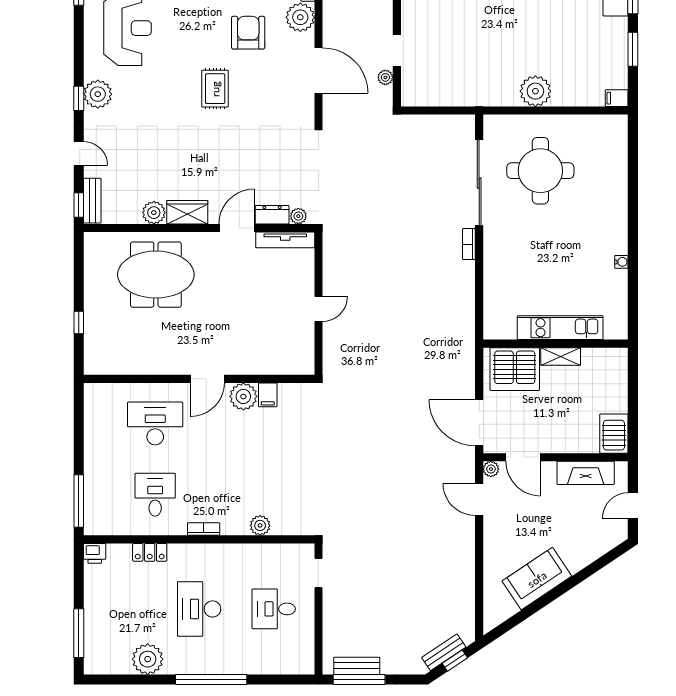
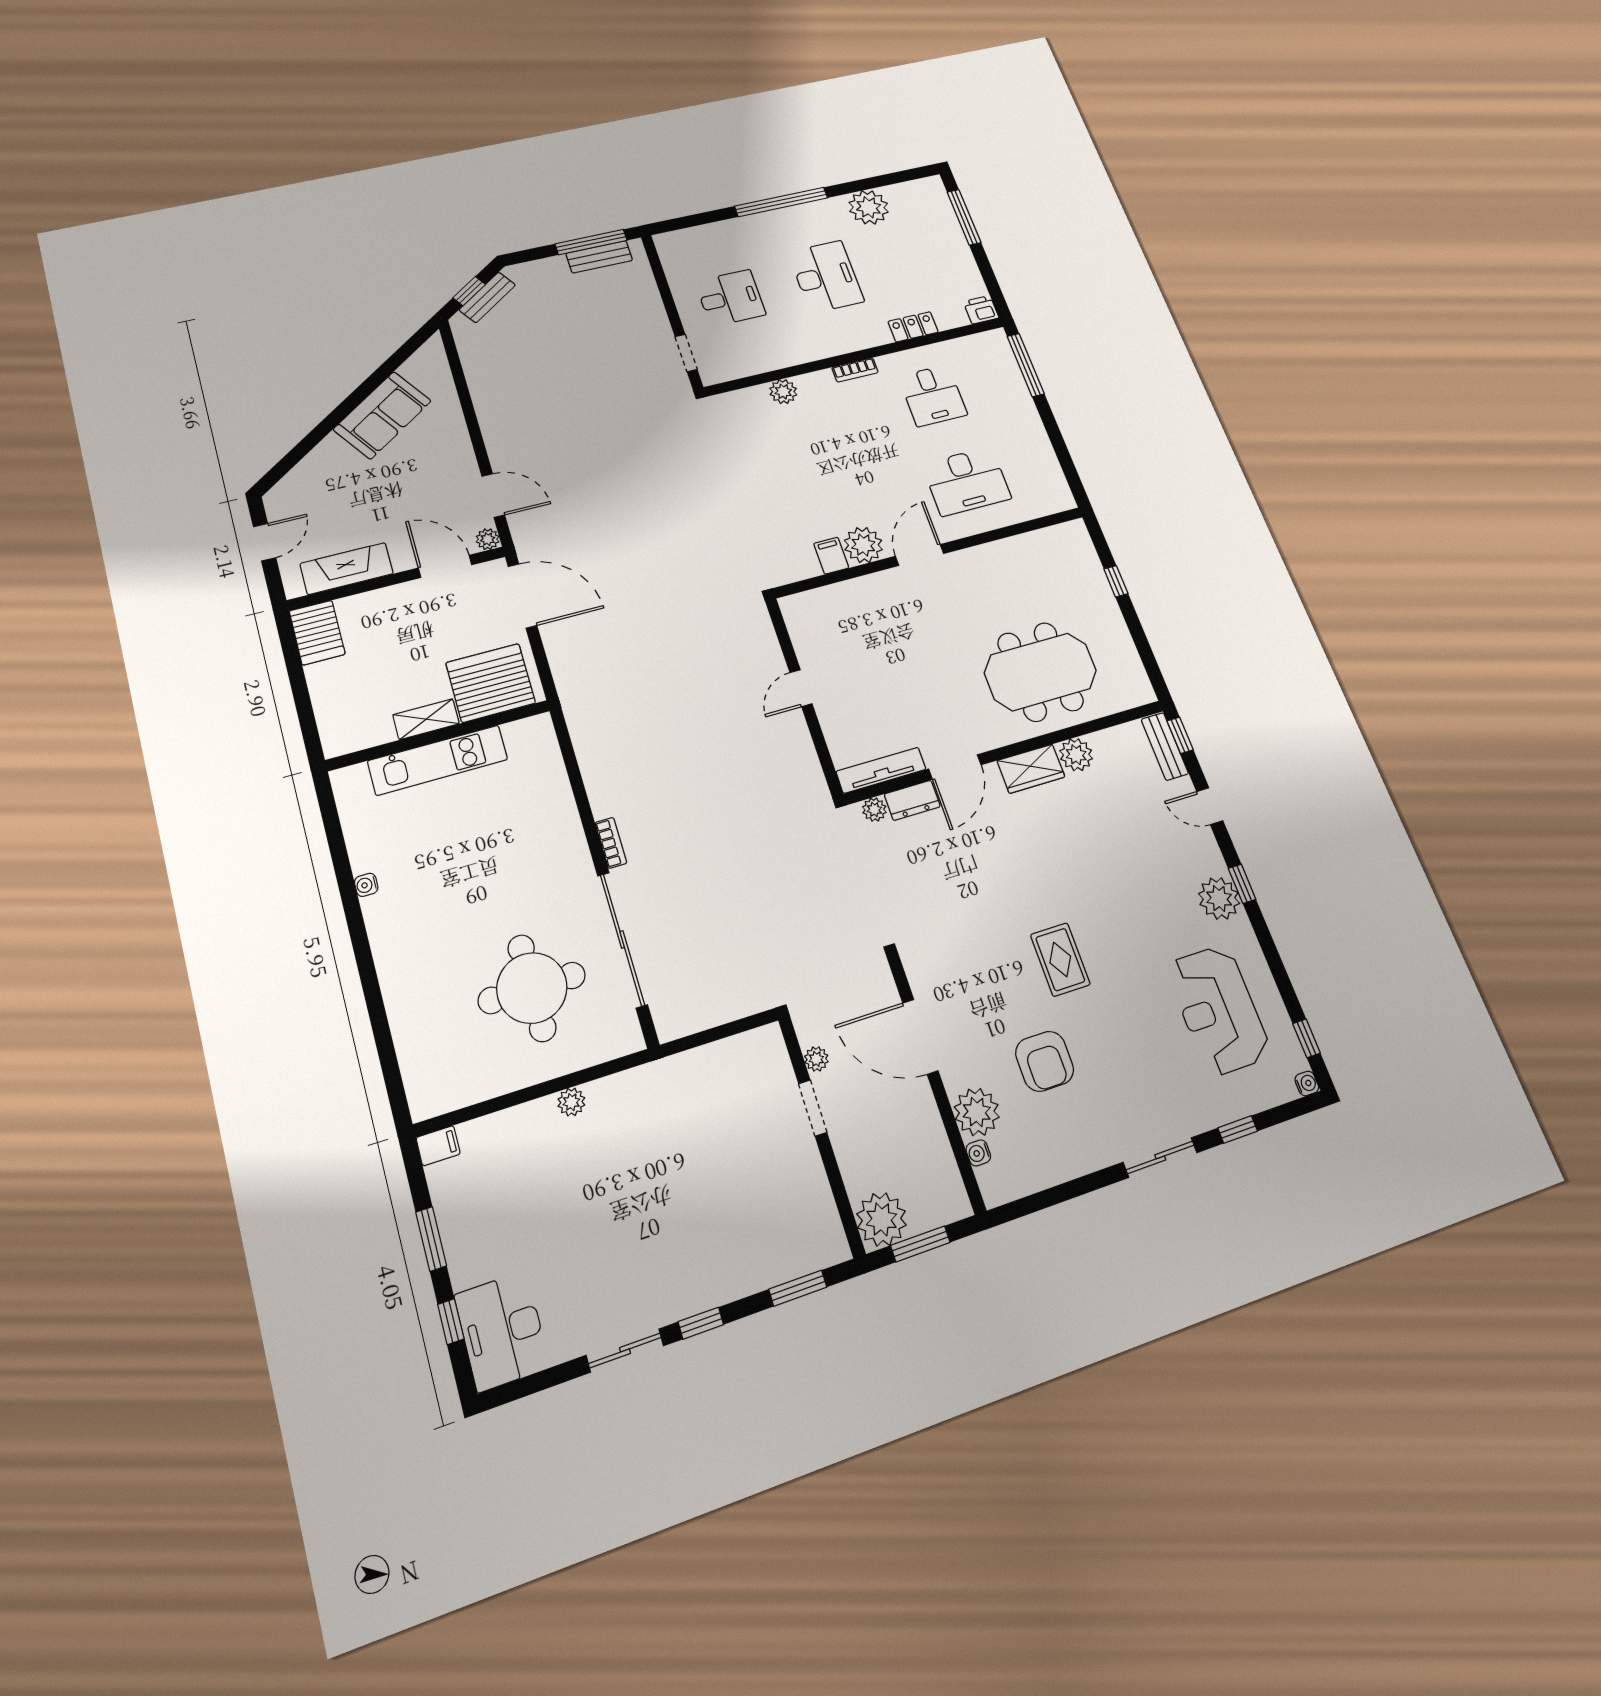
plant: (535, 91) -> (571, 1102), width x0.53, depth x0.53

